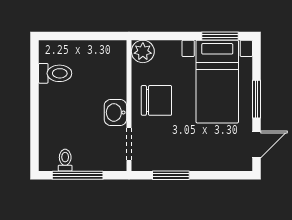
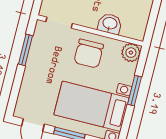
window: (220, 36) -> (134, 91), moved
washbasin: (115, 112) -> (110, 24), moved

